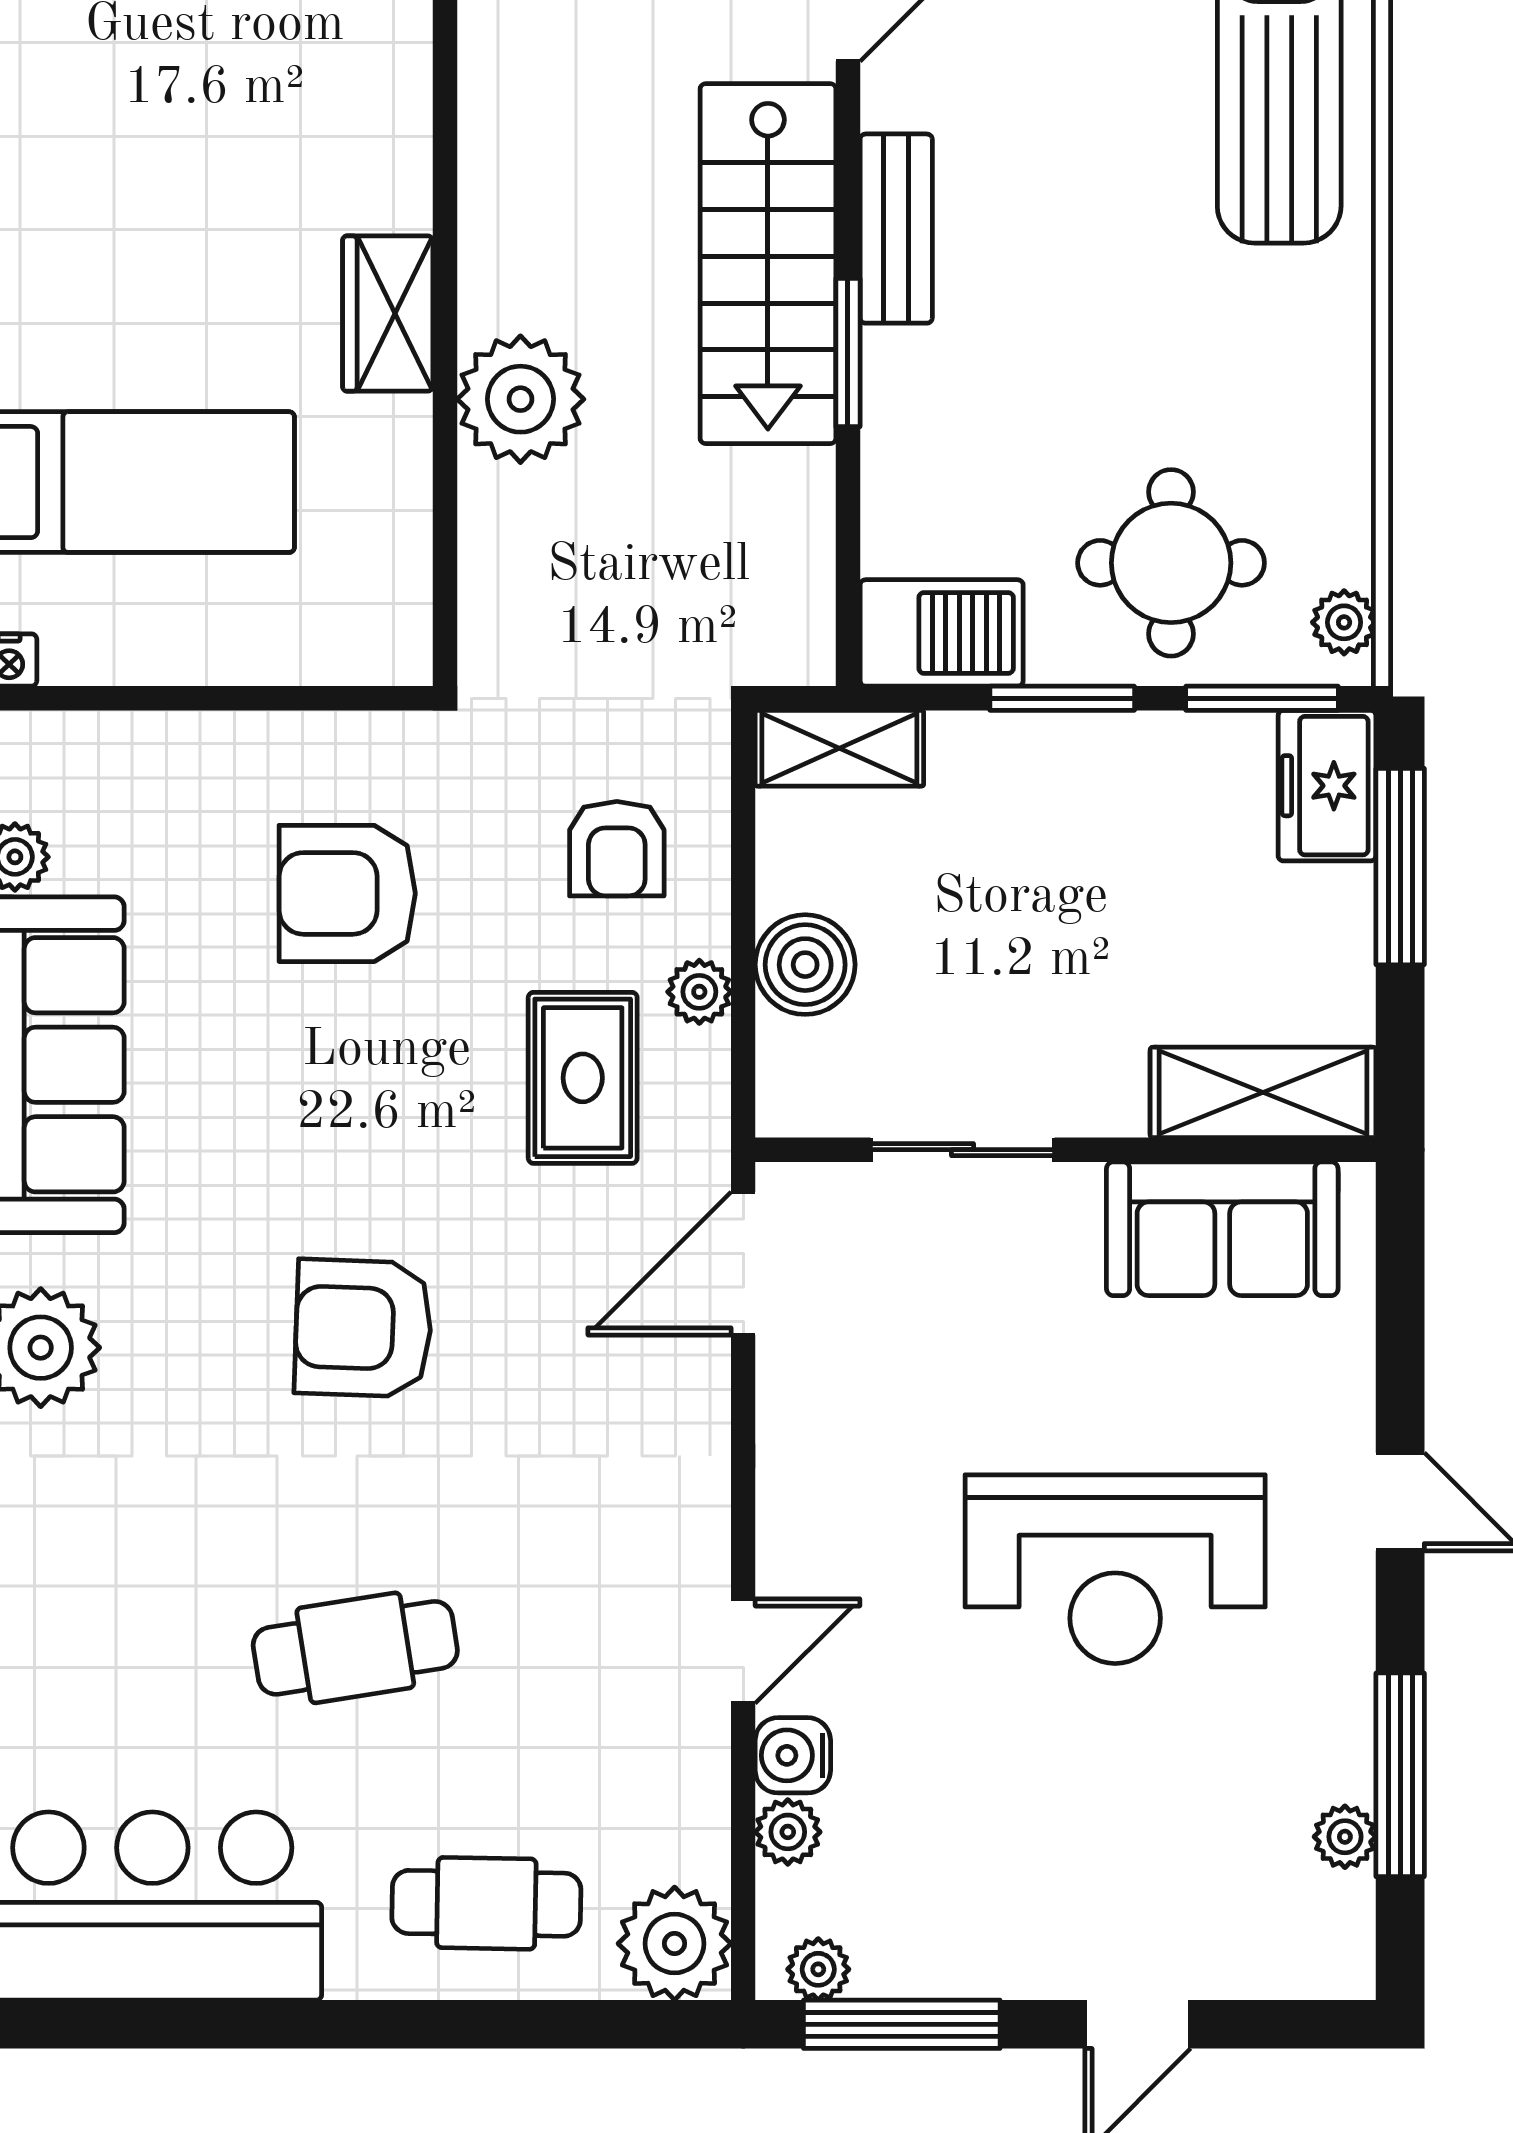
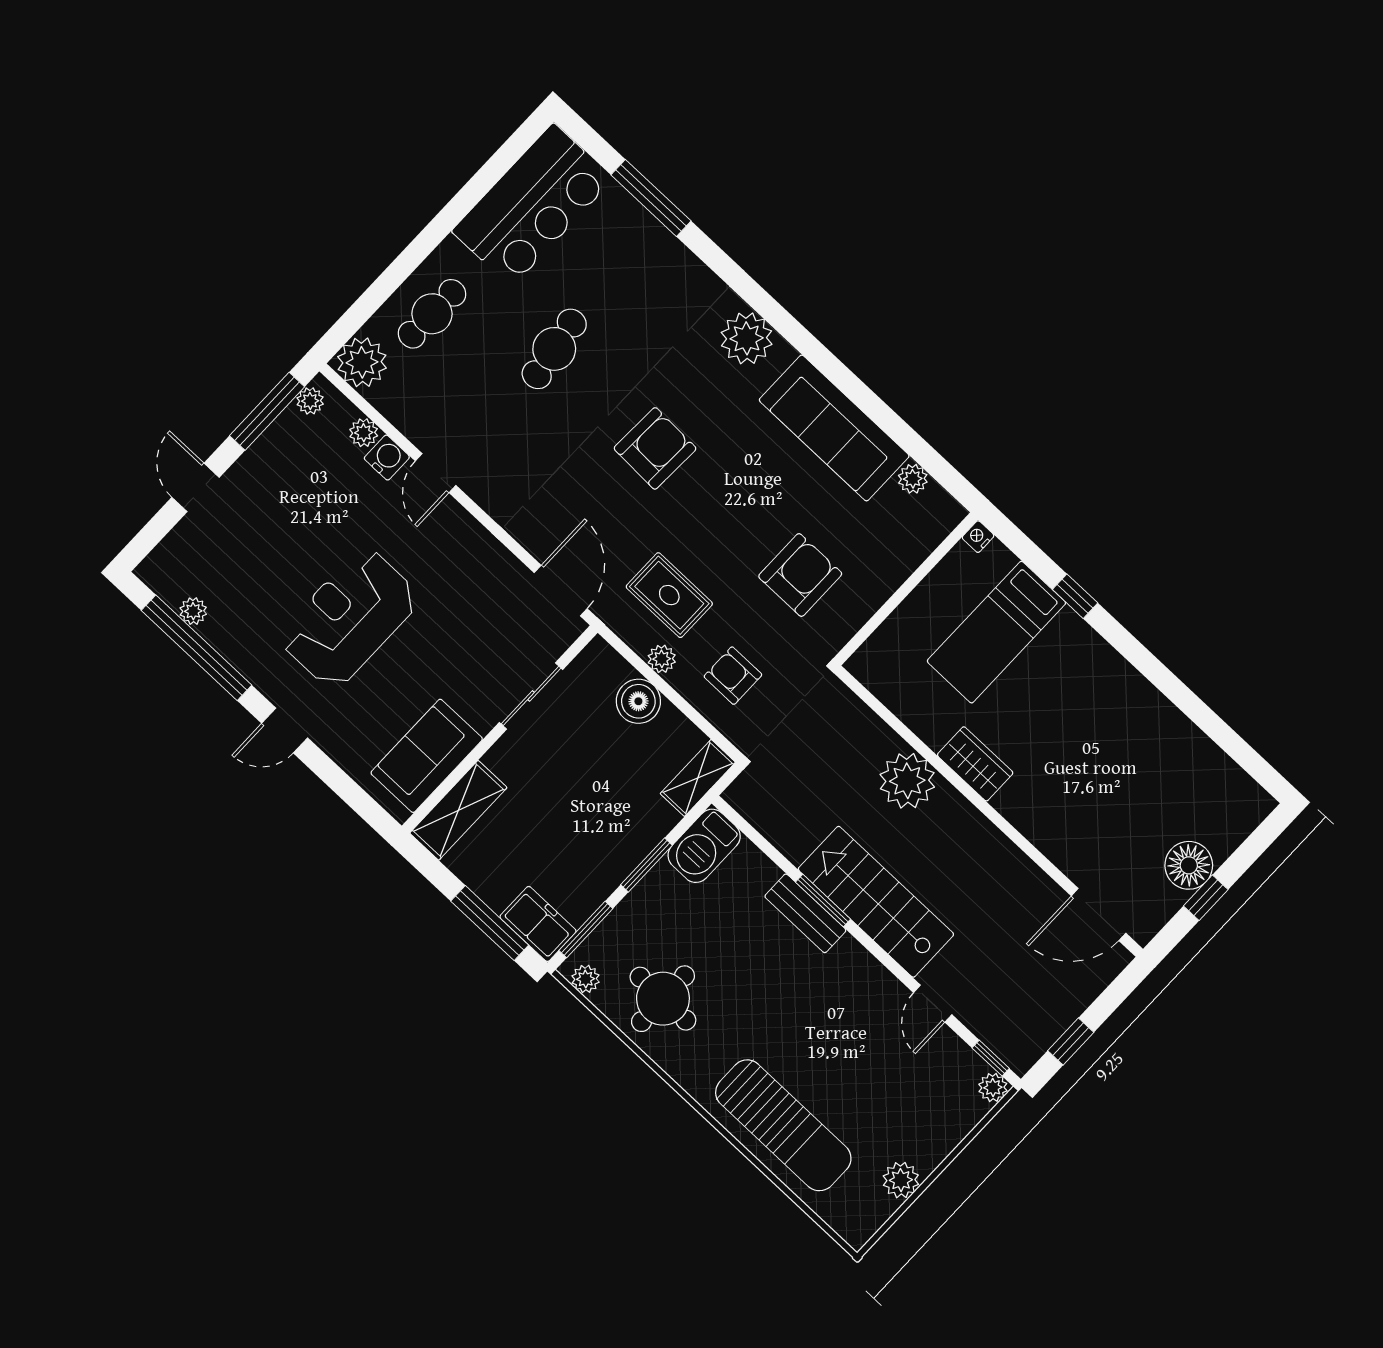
bench: (896, 229) -> (805, 913), moved
round table: (1171, 563) -> (663, 999), moved
window: (1400, 1775) -> (196, 648), width x1.46

